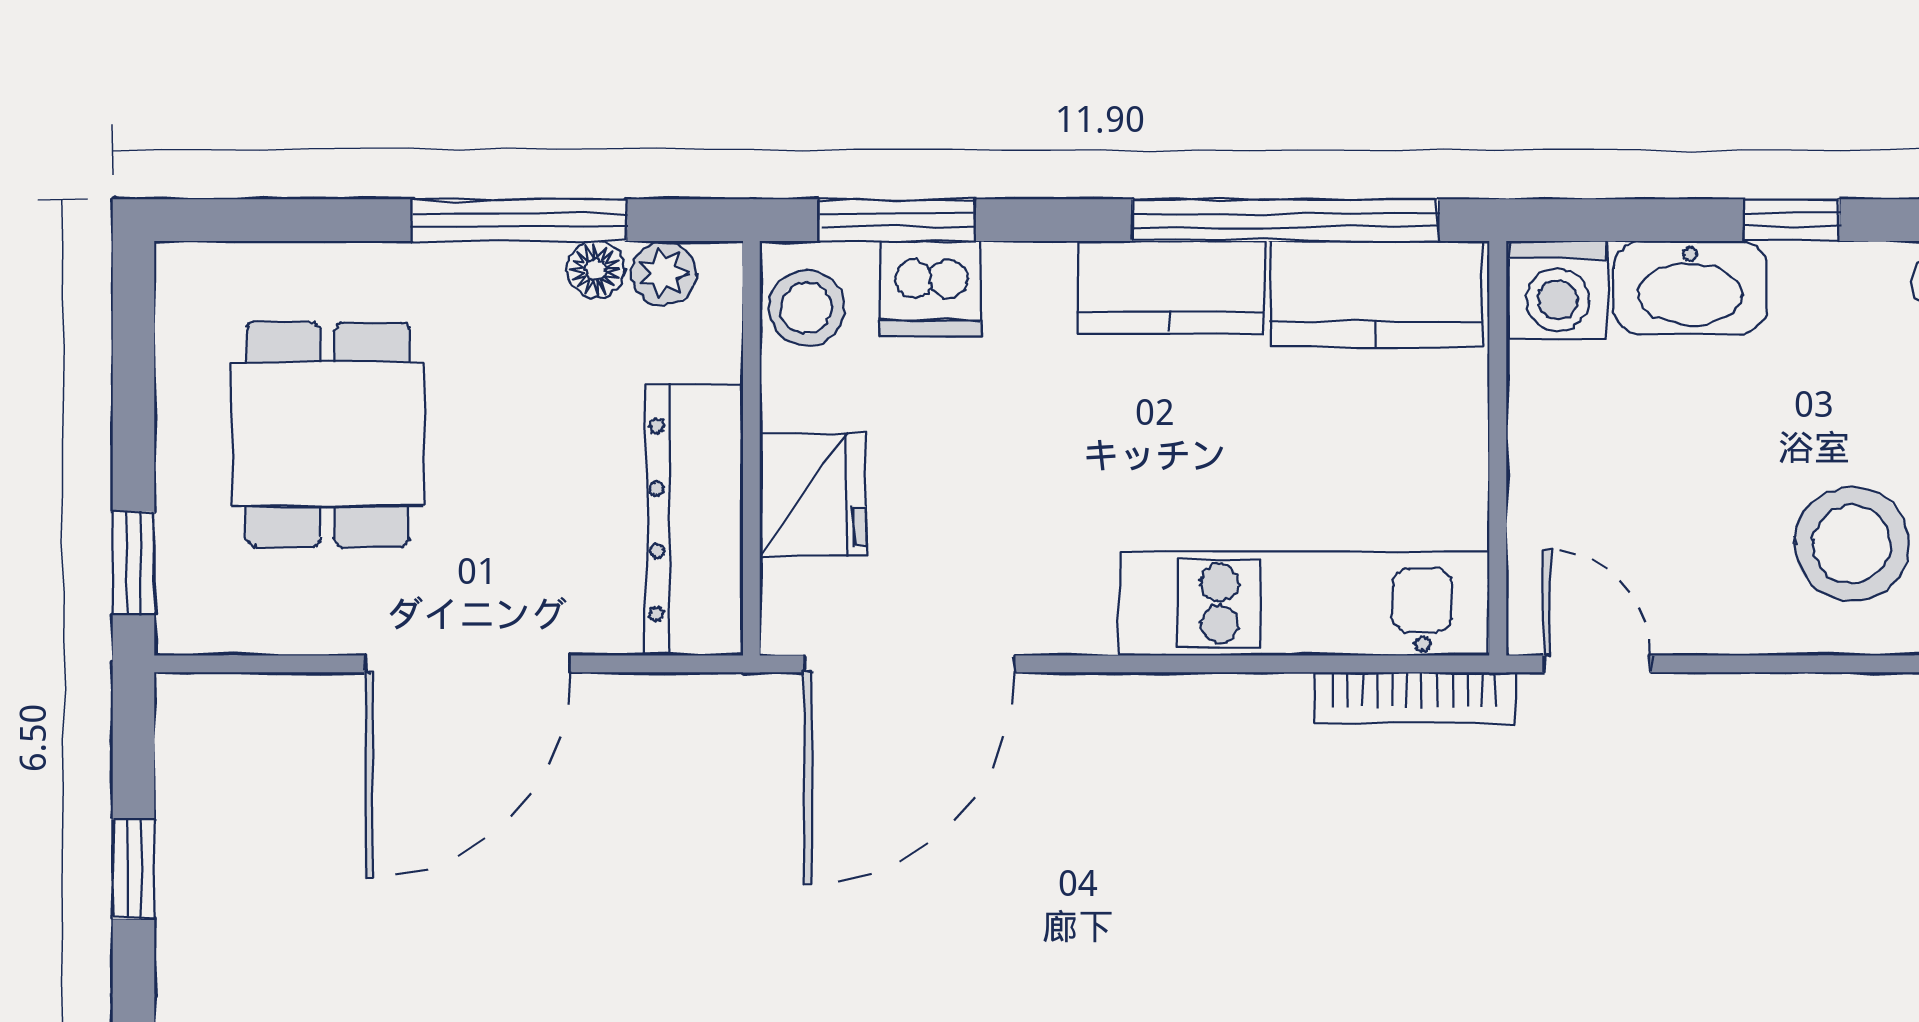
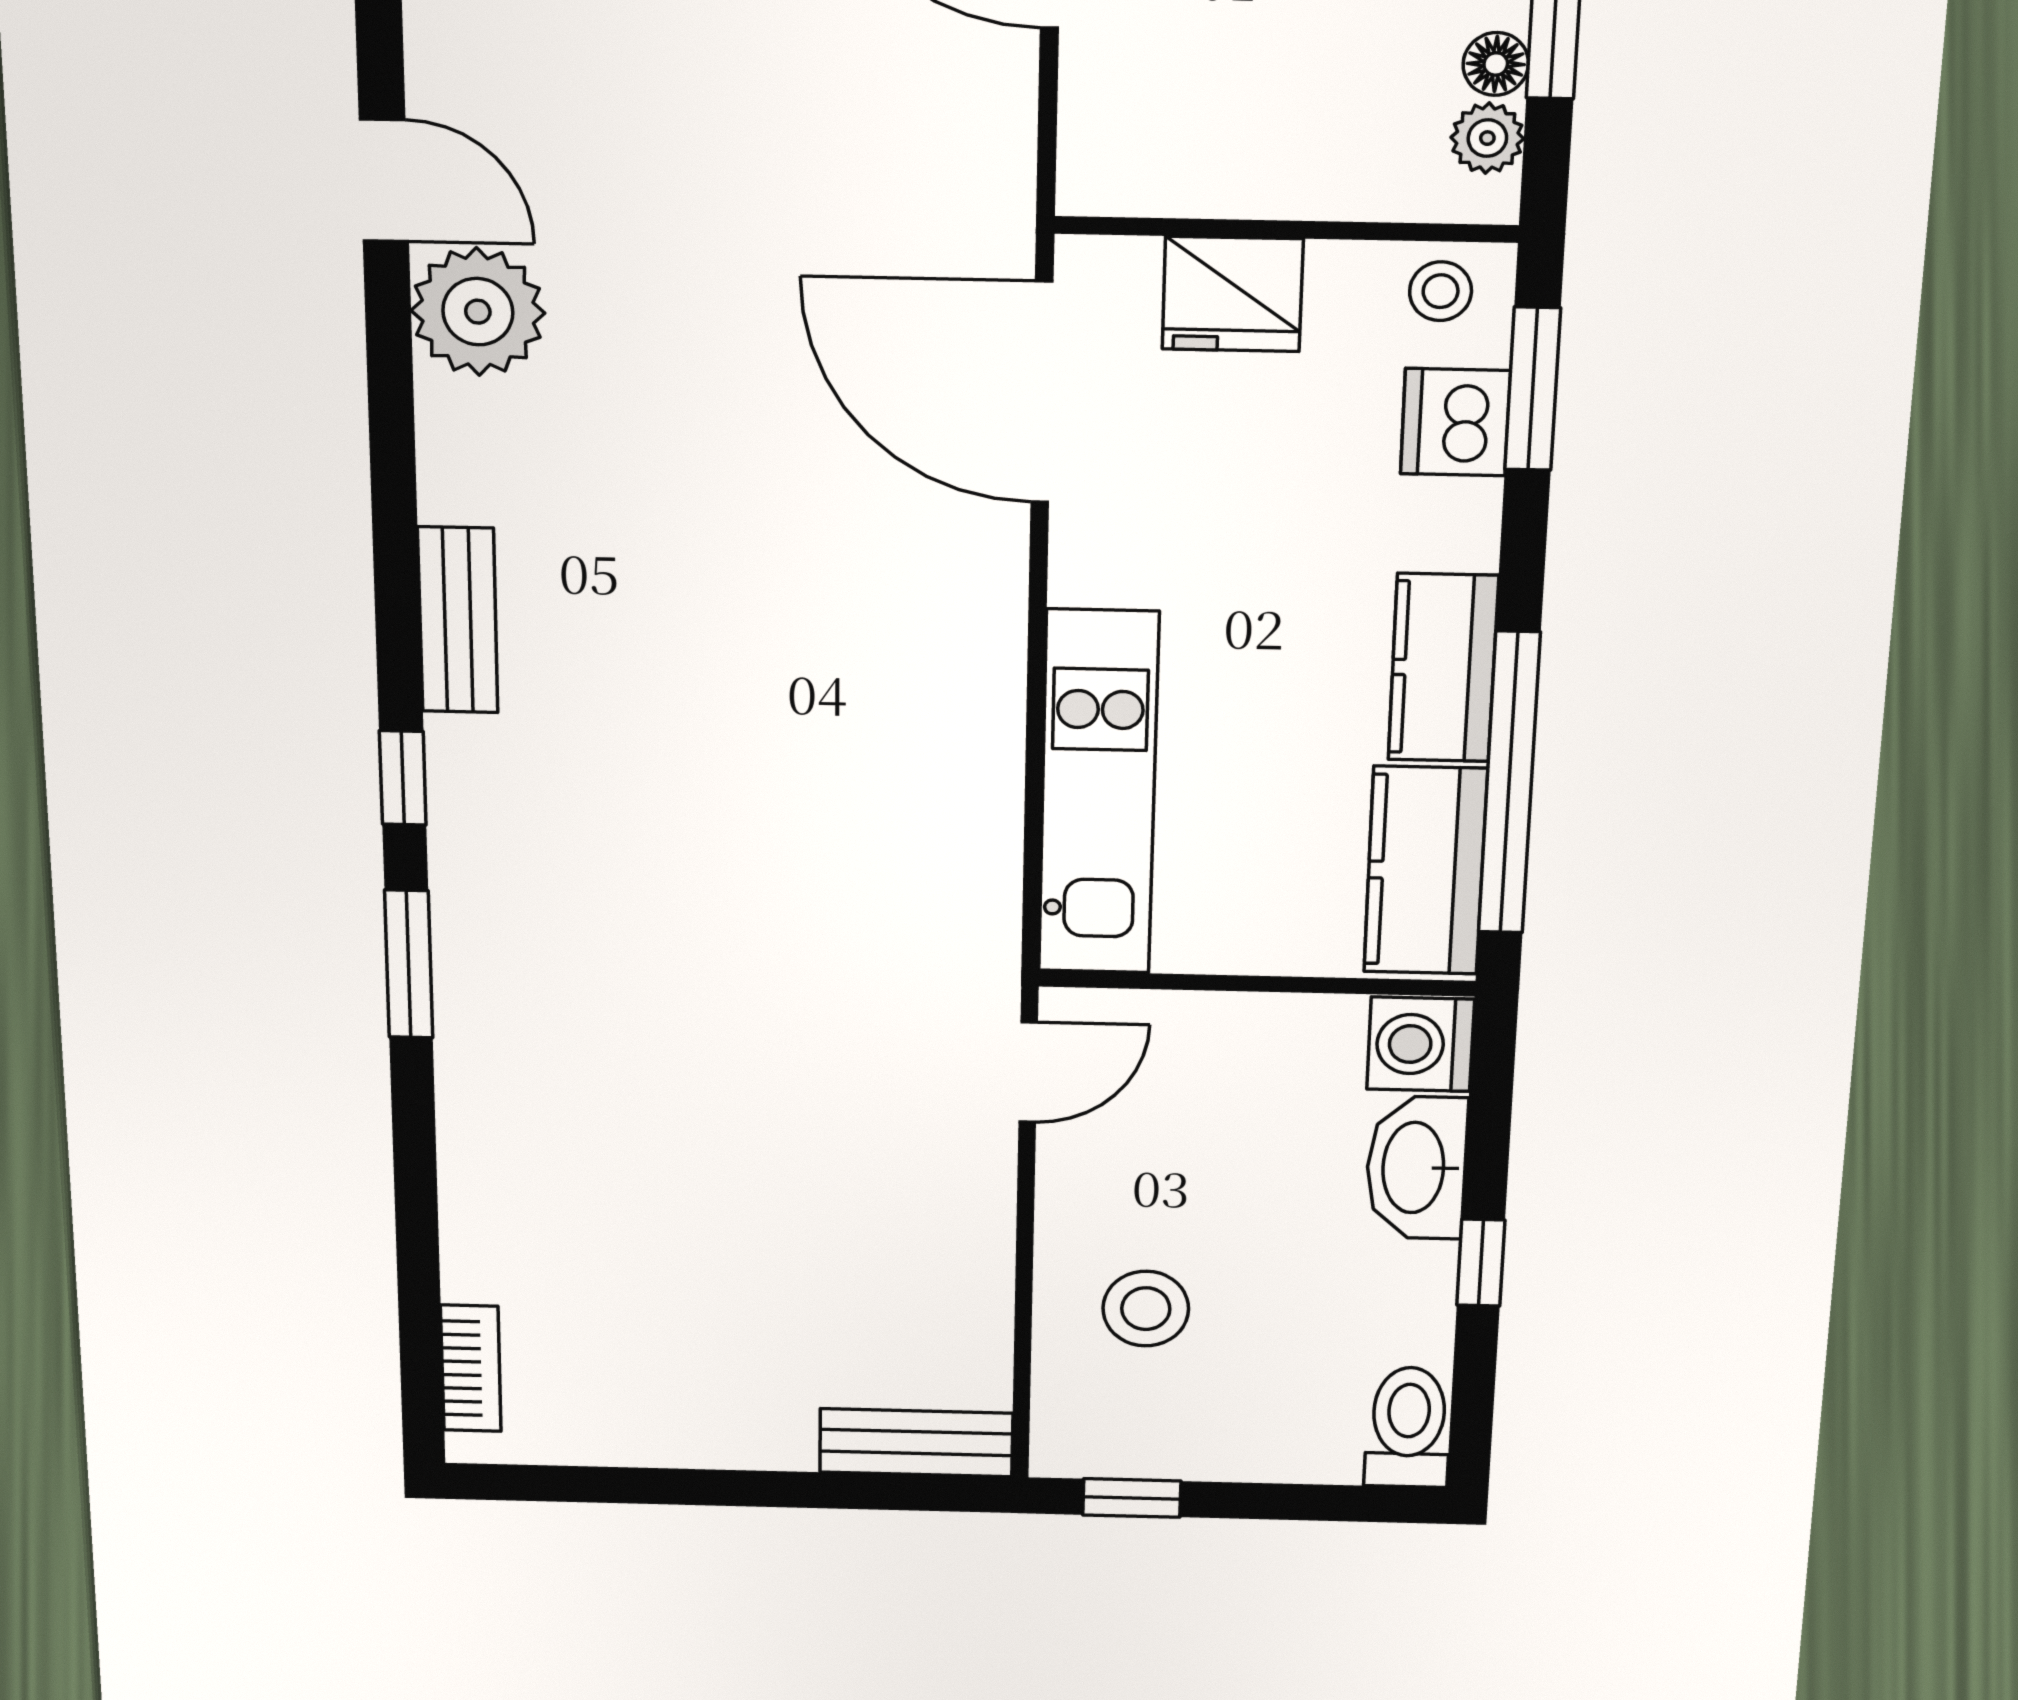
stool: (806, 308) -> (1441, 291), width x0.73, depth x0.73
dresser: (695, 520) -> (1208, 167), removed
stool: (1852, 544) -> (1146, 1309), width x0.73, depth x0.73
bookcase: (1415, 698) -> (996, 898), removed

